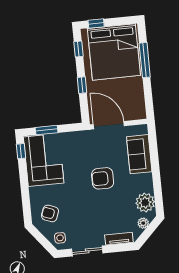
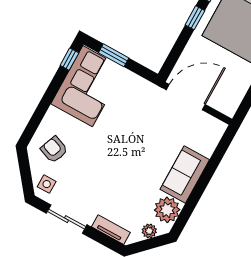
window: (82, 85) -> (195, 18), moved
door: (109, 125) -> (186, 97), hinge flipped
sofa: (139, 154) -> (185, 175), moved
armchair: (103, 178) -> (139, 151), removed

